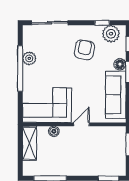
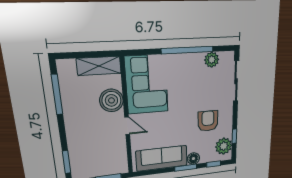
armchair: (84, 50) -> (208, 121), turned -101
plant: (29, 58) -> (212, 60), moved
boiler: (54, 131) -> (111, 100), width x1.86, depth x1.86

